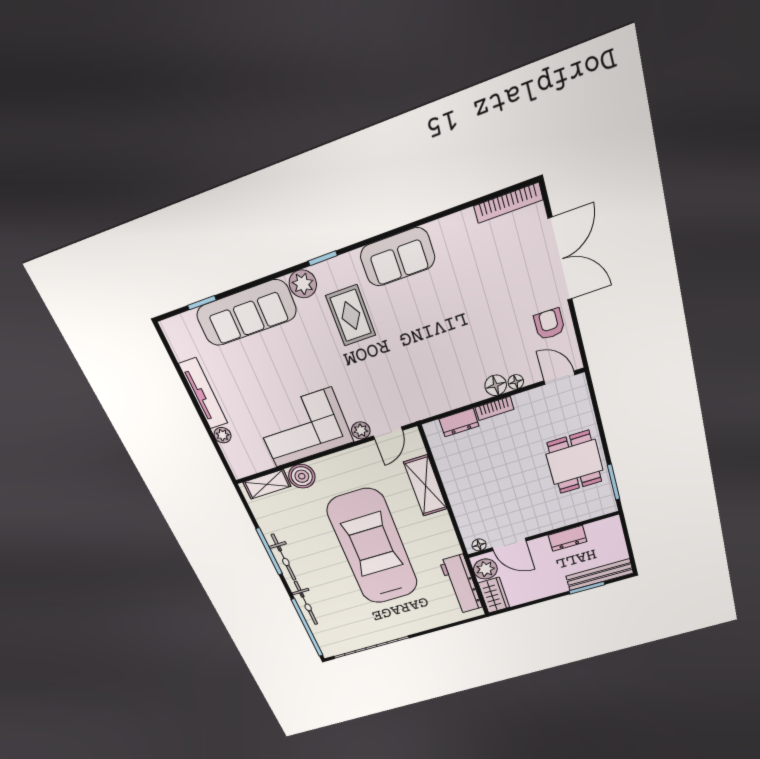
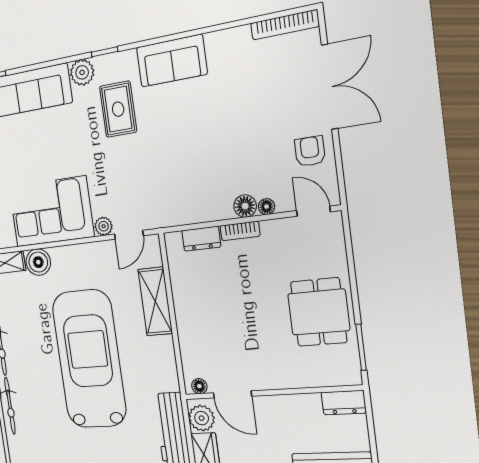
dresser: (567, 538) -> (344, 403), moved

